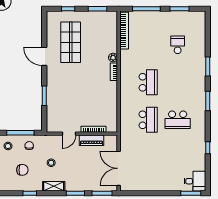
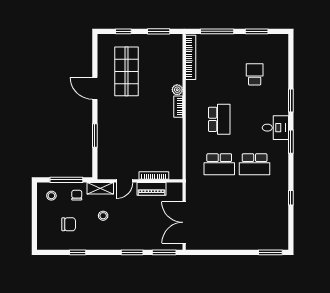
school desk: (148, 120) -> (219, 164), turned 90
desk: (195, 181) -> (275, 128), moved
shelving: (54, 186) -> (100, 188), moved

